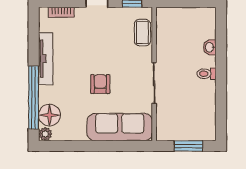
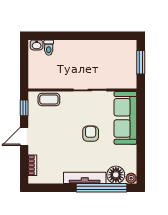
washbasin: (210, 47) -> (37, 45), moved
tv unit: (46, 59) -> (85, 178), moved
toilet: (206, 74) -> (49, 48), moved
armchair: (100, 84) -> (91, 134), turned 90

